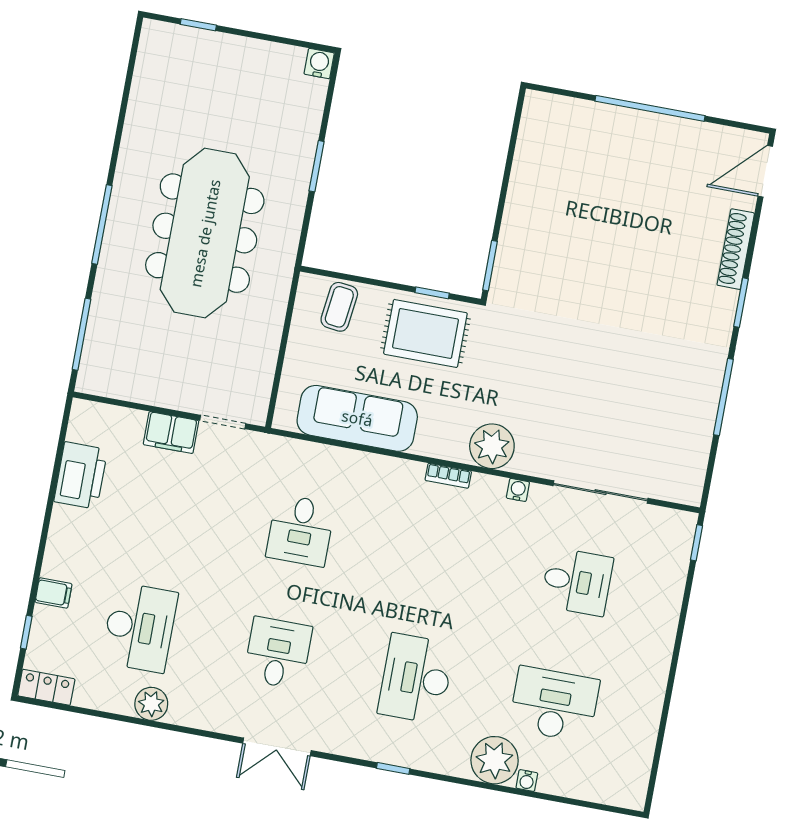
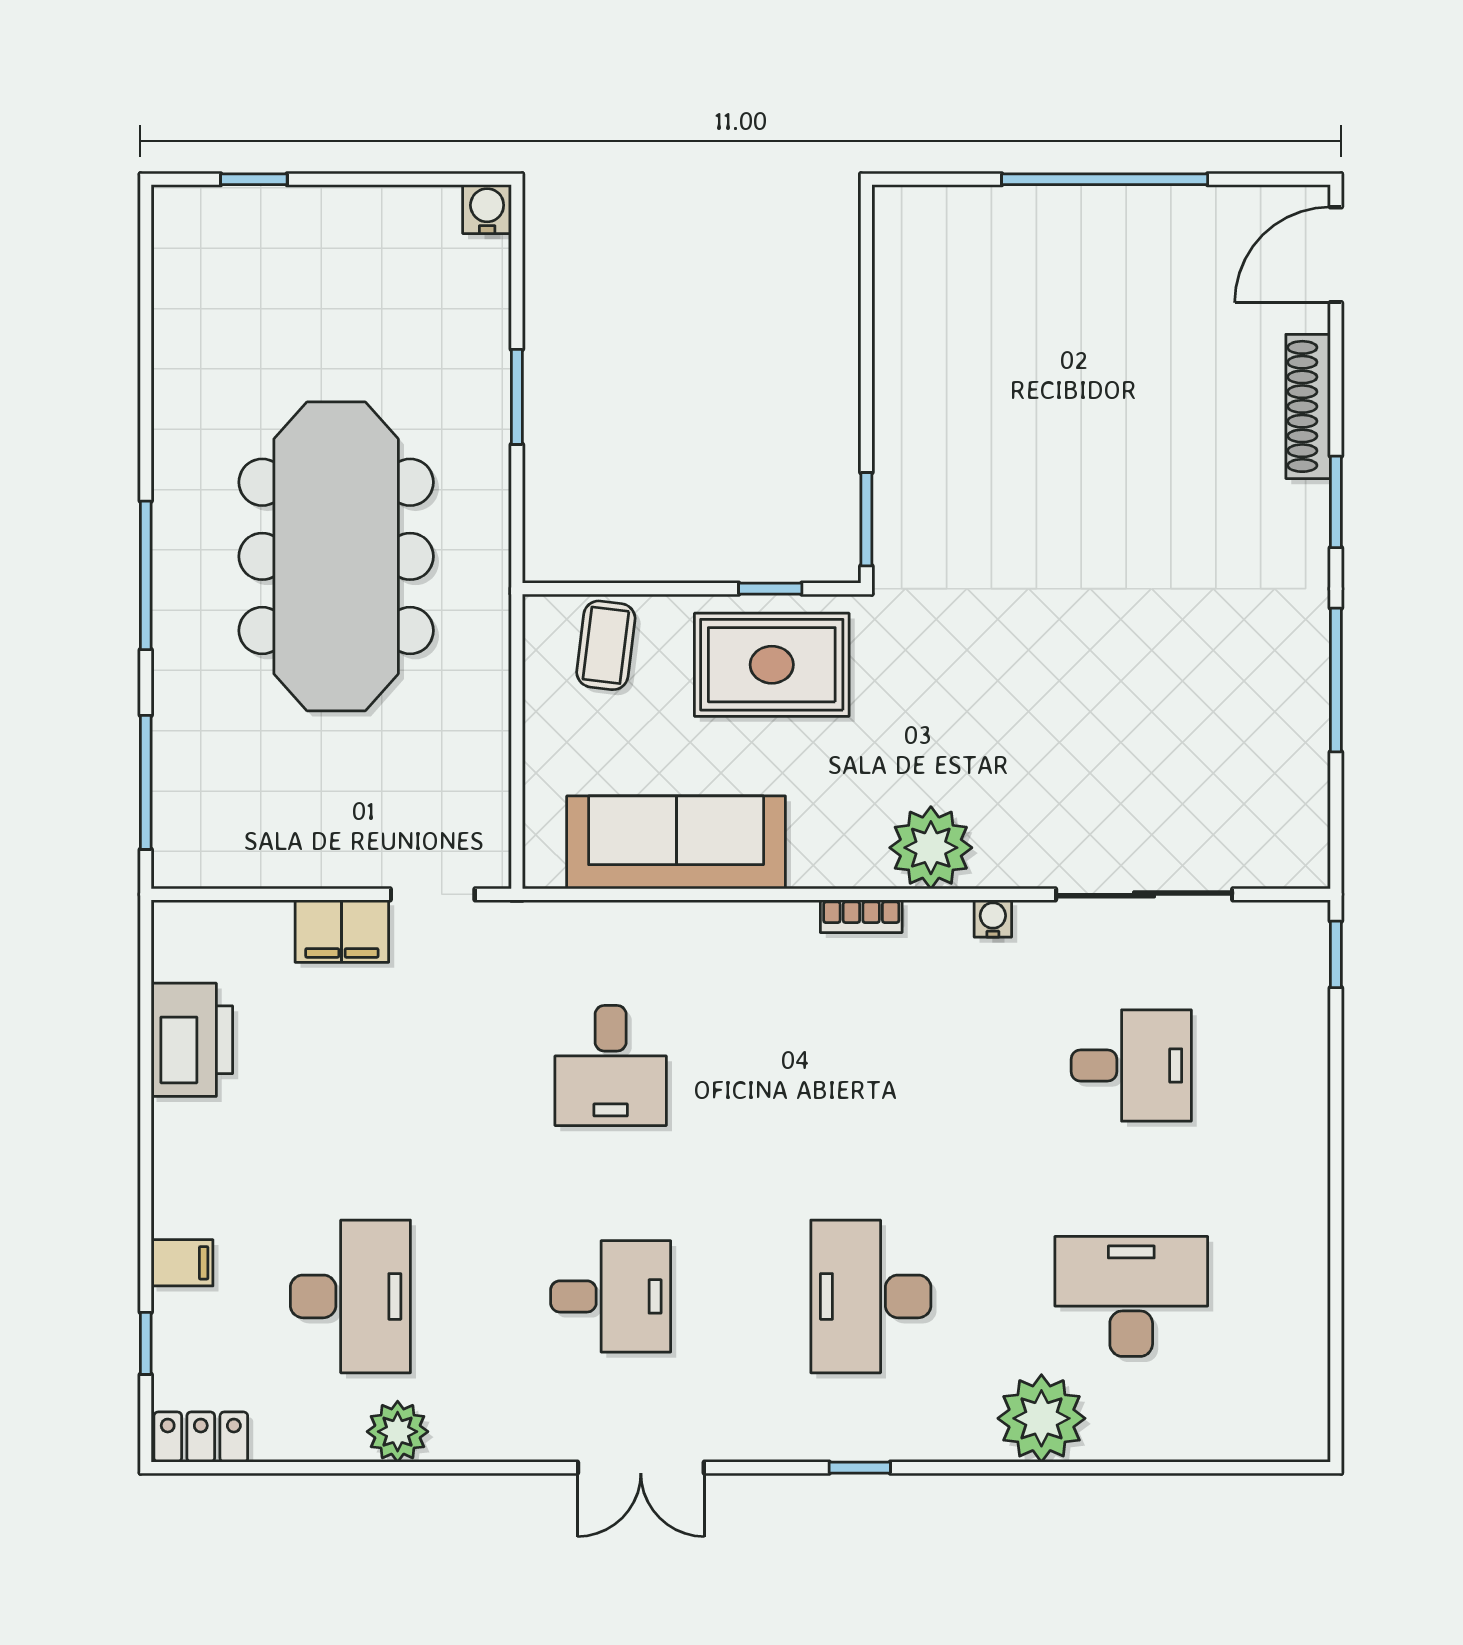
desk: (278, 653) -> (611, 1296), turned 90
water cooler: (527, 781) -> (1107, 1445), removed

